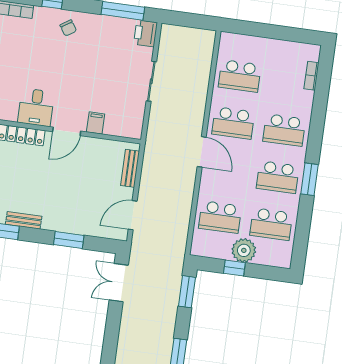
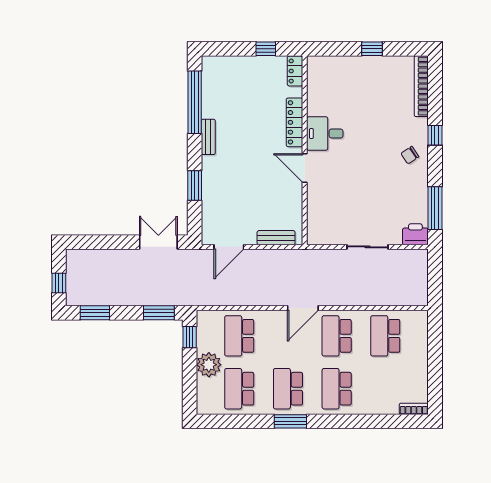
bookcase: (311, 76) -> (414, 409), moved
filing cabinet: (96, 123) -> (317, 196), removed
door: (133, 215) -> (229, 247), swing flipped
window: (234, 268) -> (190, 337), moved

